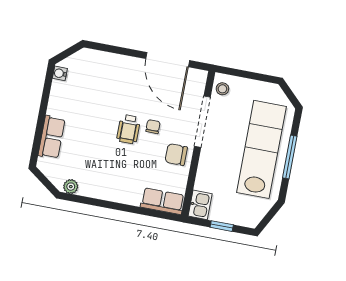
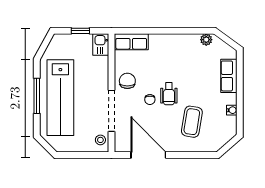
water cooler: (60, 73) -> (232, 110), moved
coffee table: (107, 90) -> (192, 122), added
wheelchair: (129, 129) -> (169, 94), turned 180
chair: (176, 155) -> (127, 81), turned -90

